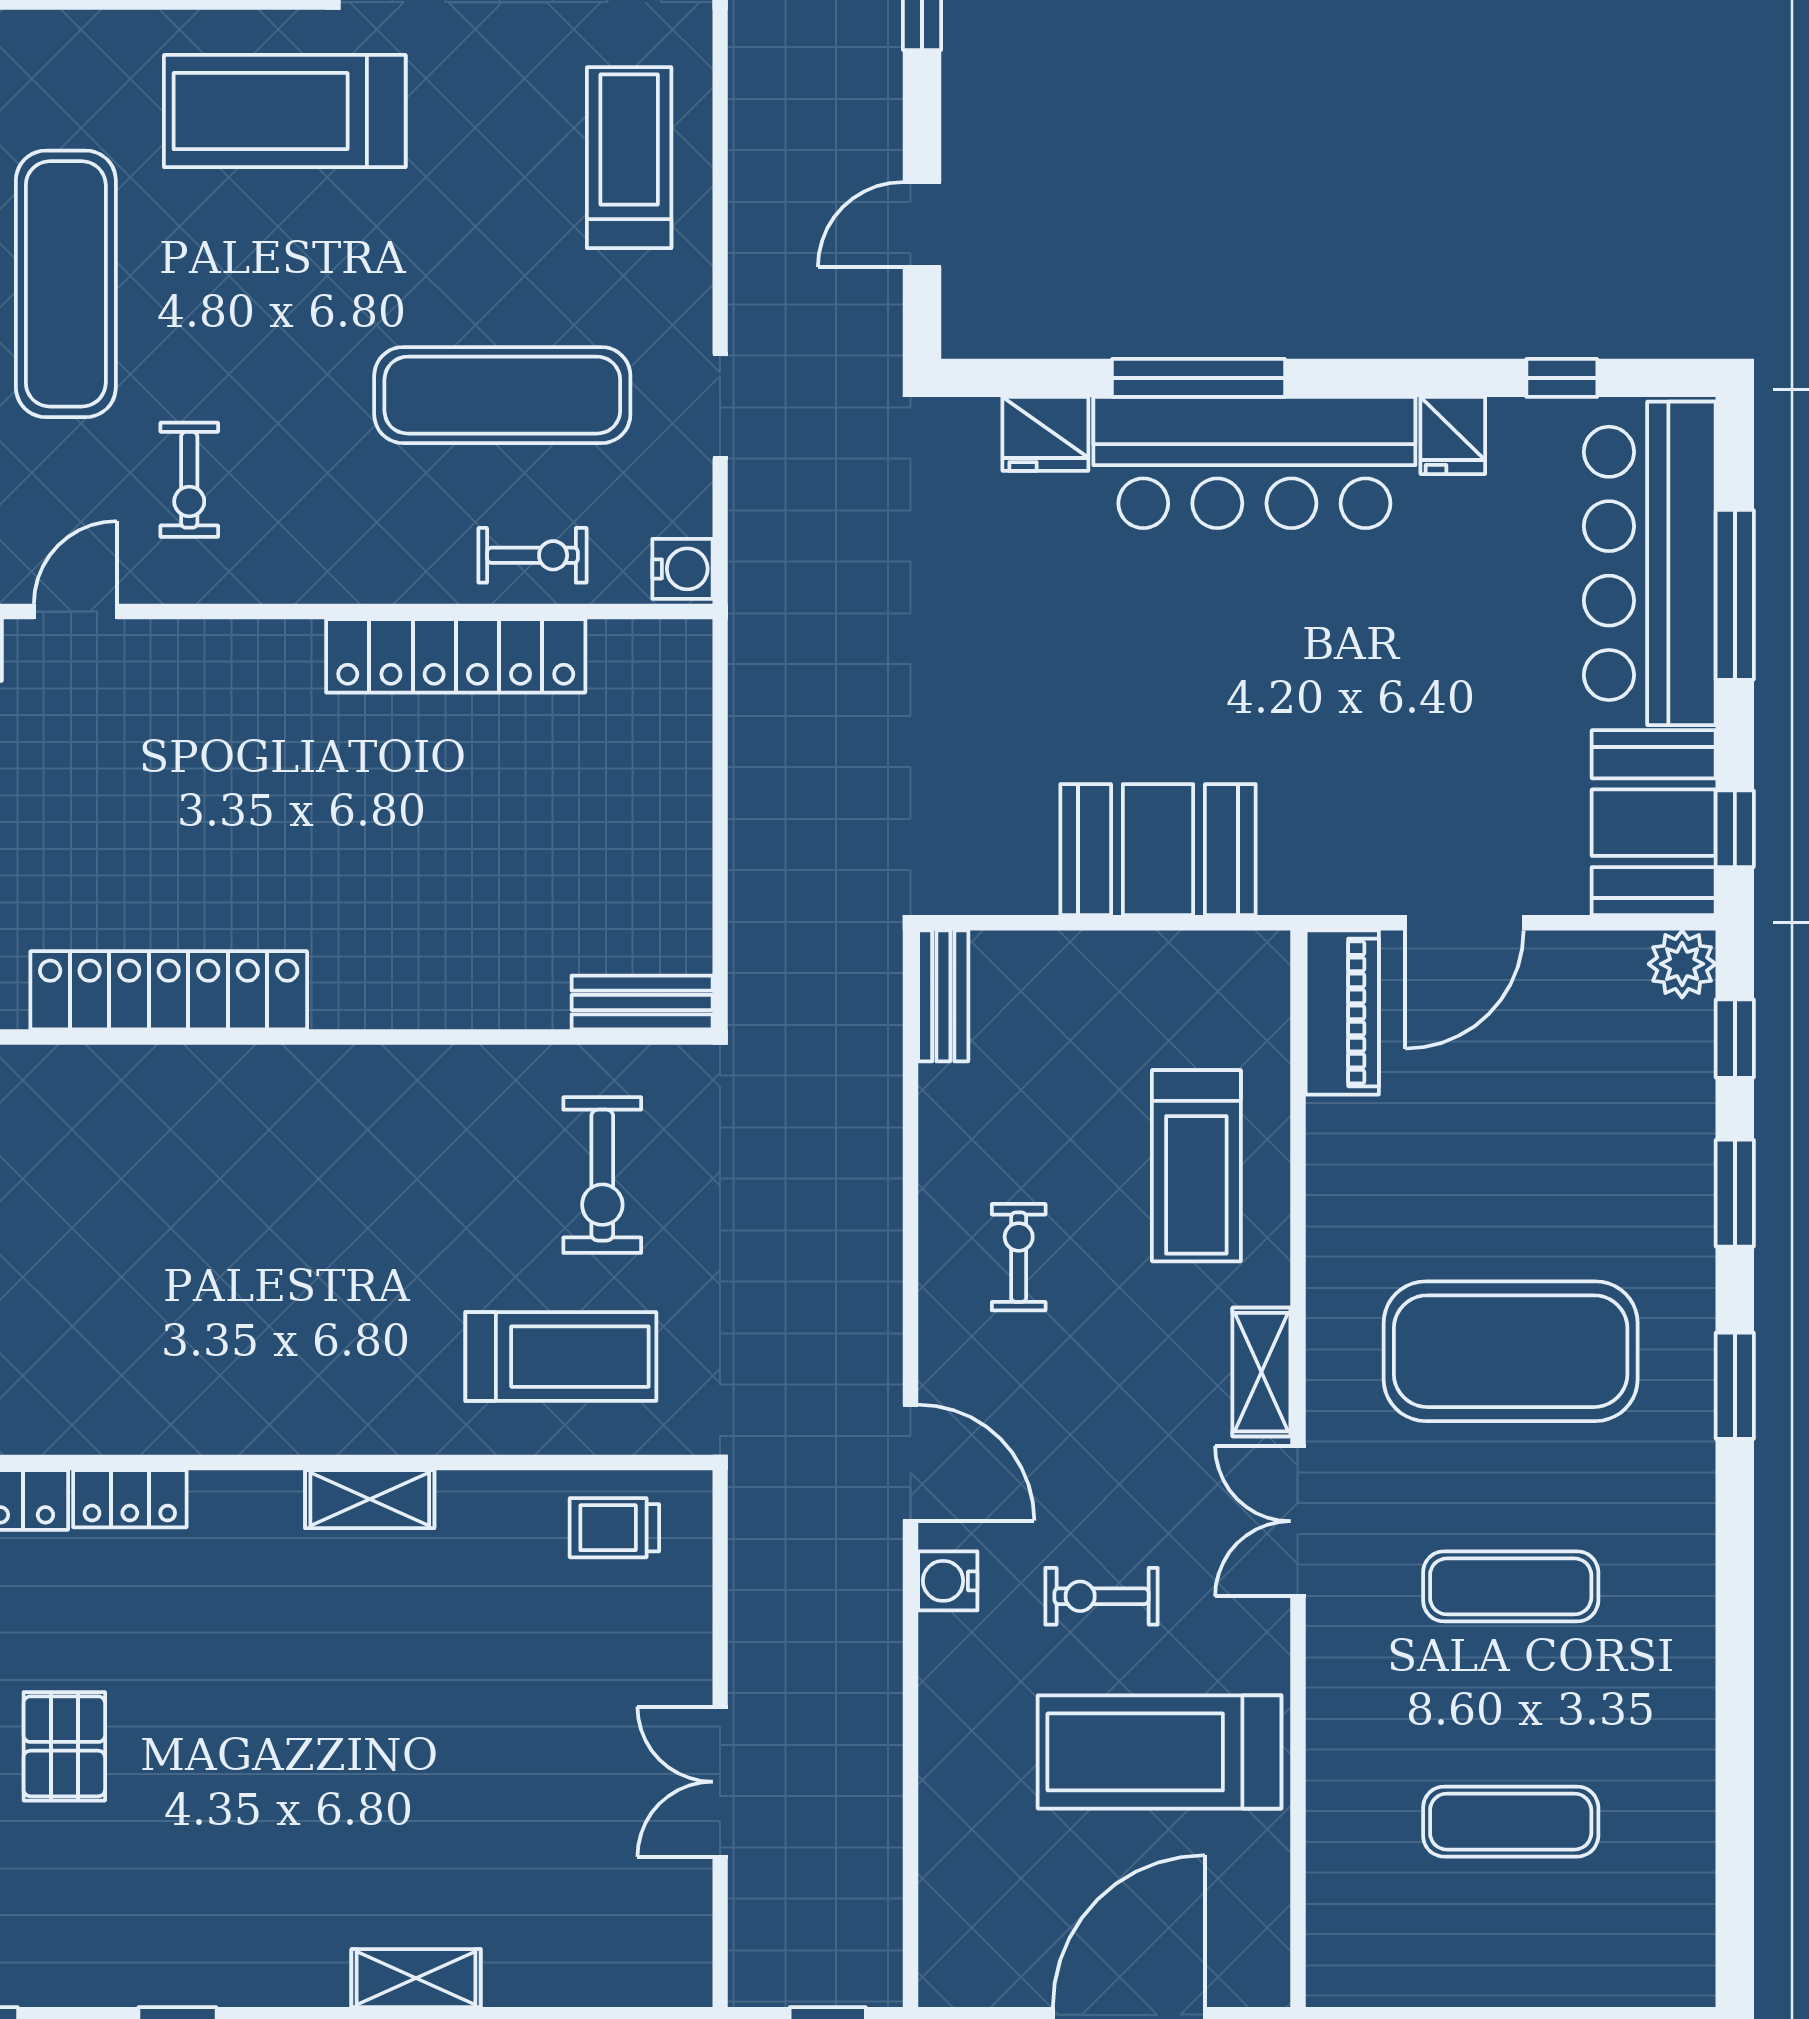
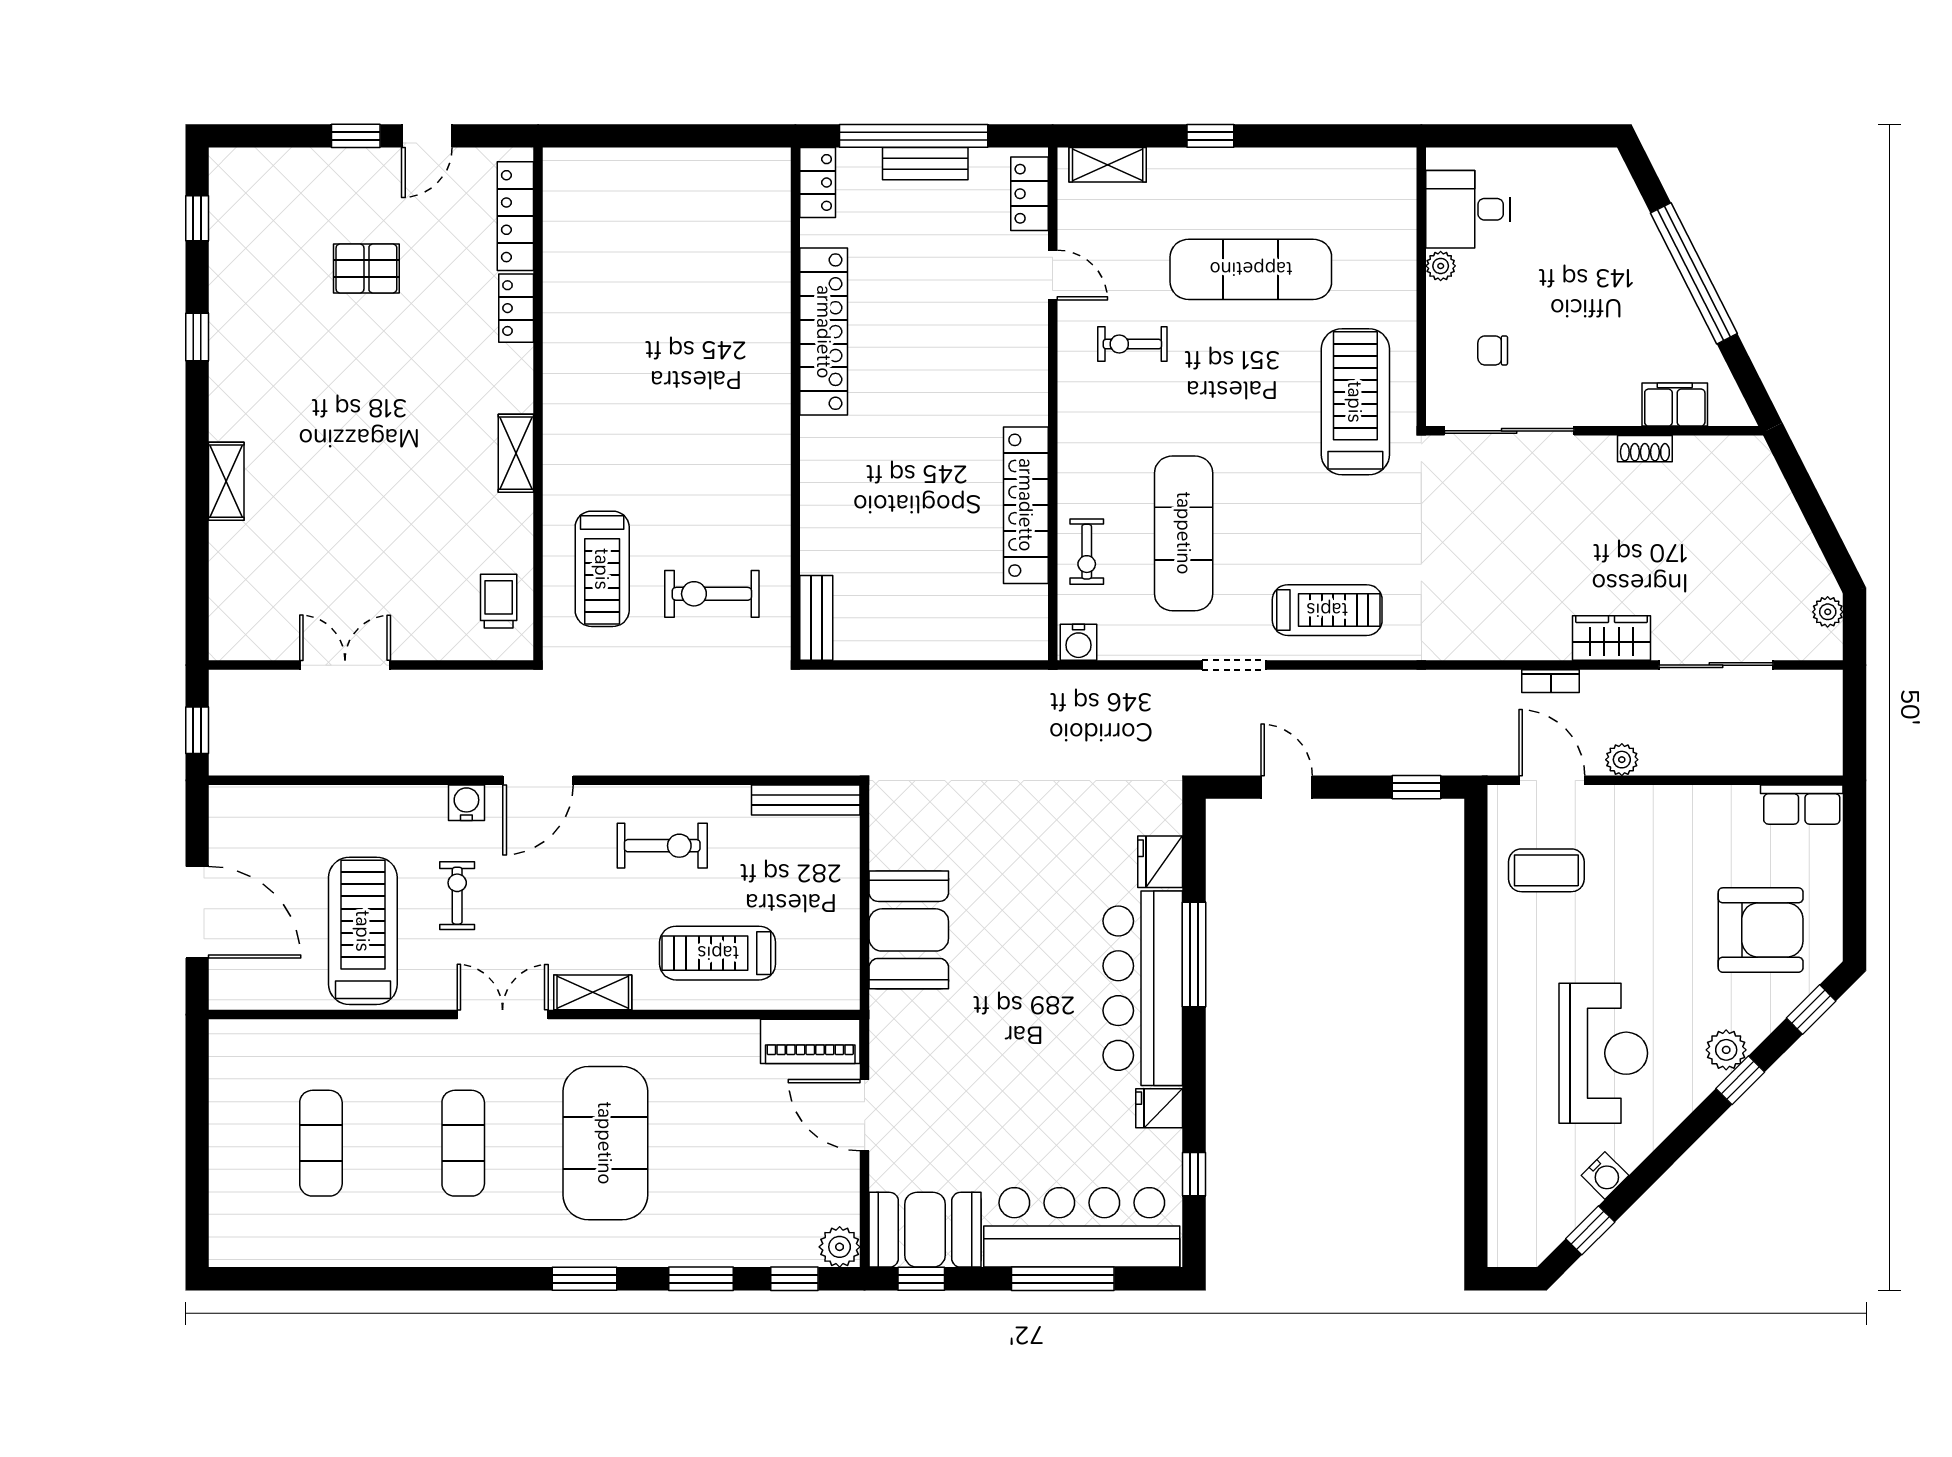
doorway: (720, 406) -> (1234, 665), moved
bench: (943, 996) -> (806, 800), width x1.36
exercise bike: (1019, 1257) -> (662, 846), width x1.38, depth x1.39

